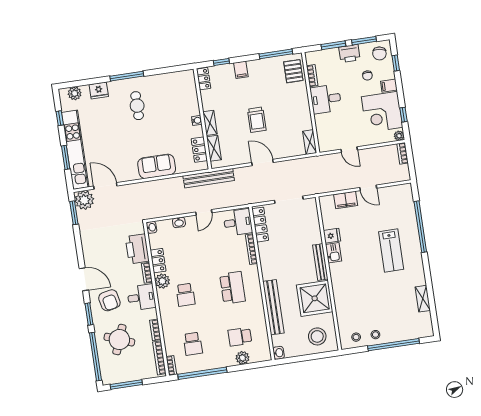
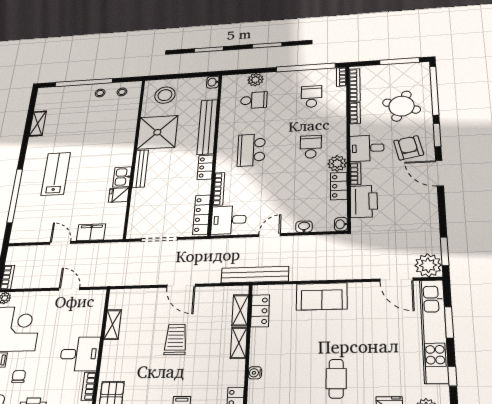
water cooler: (197, 120) -> (255, 373), moved
shelving: (310, 142) -> (113, 325), moved
locker: (267, 268) -> (205, 167), added

